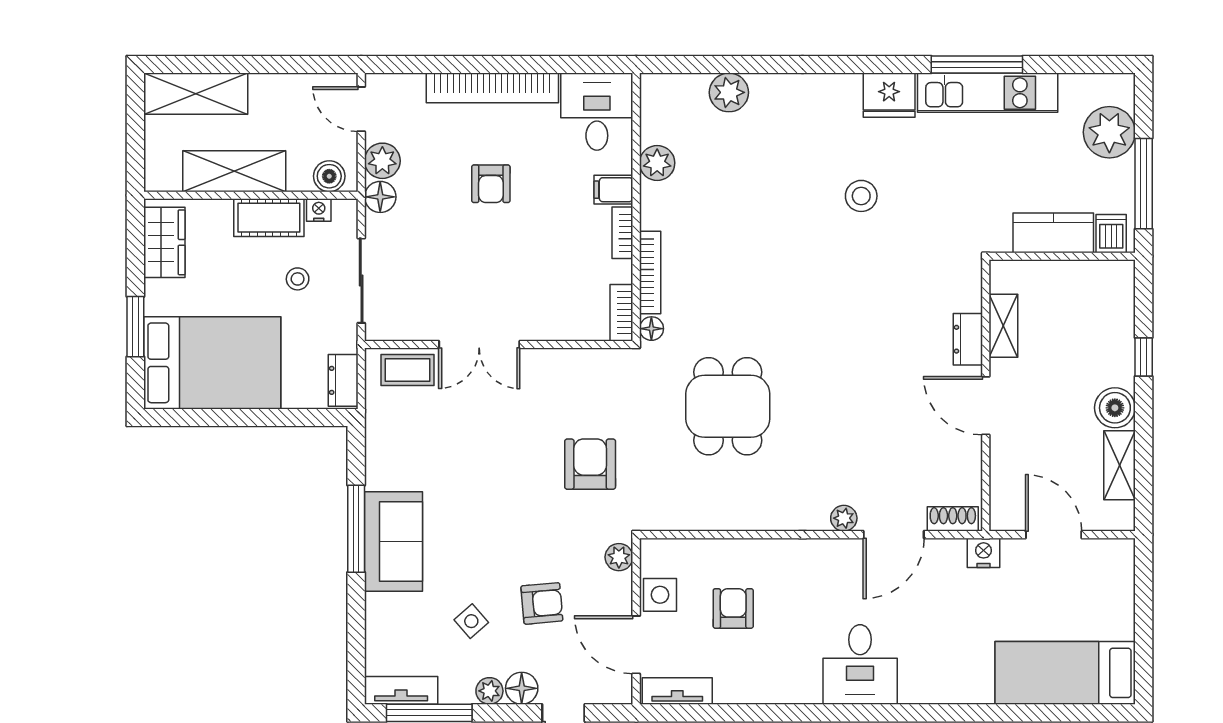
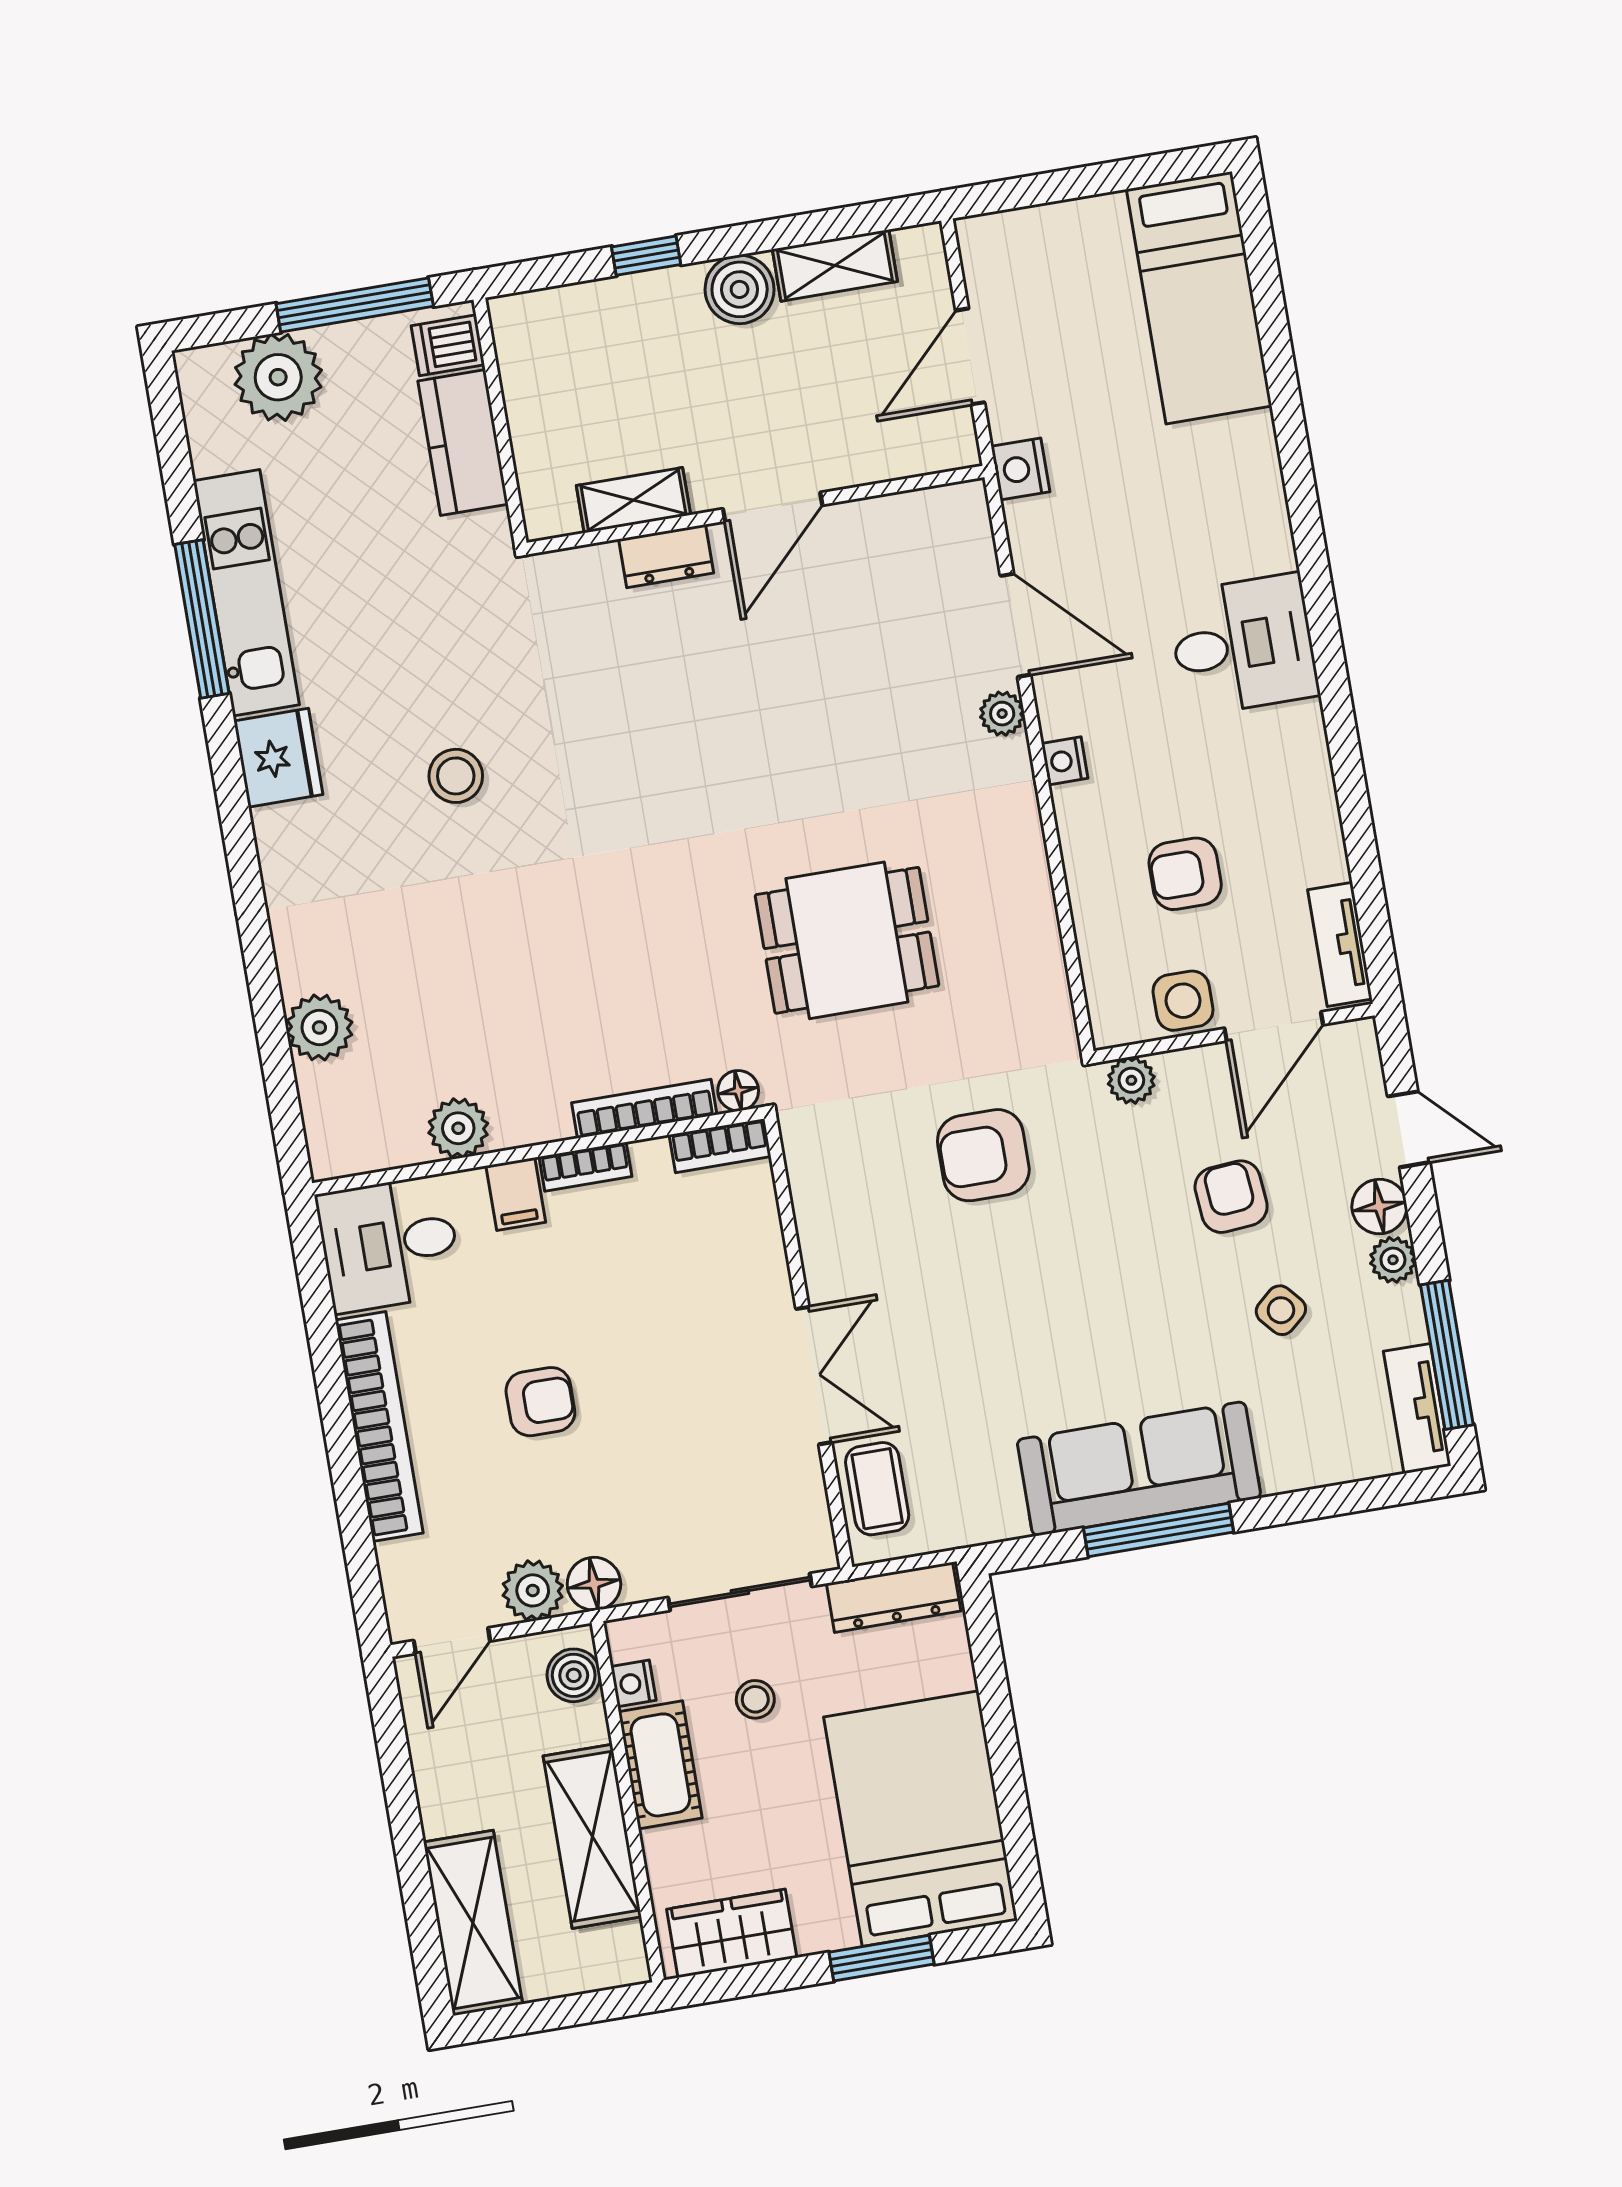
dresser: (343, 380) -> (894, 1597), width x1.44
shoe rack: (953, 519) -> (972, 530), removed
sofa: (393, 541) -> (1139, 1469), width x1.36
nightstand: (810, 550) -> (1065, 761), added

